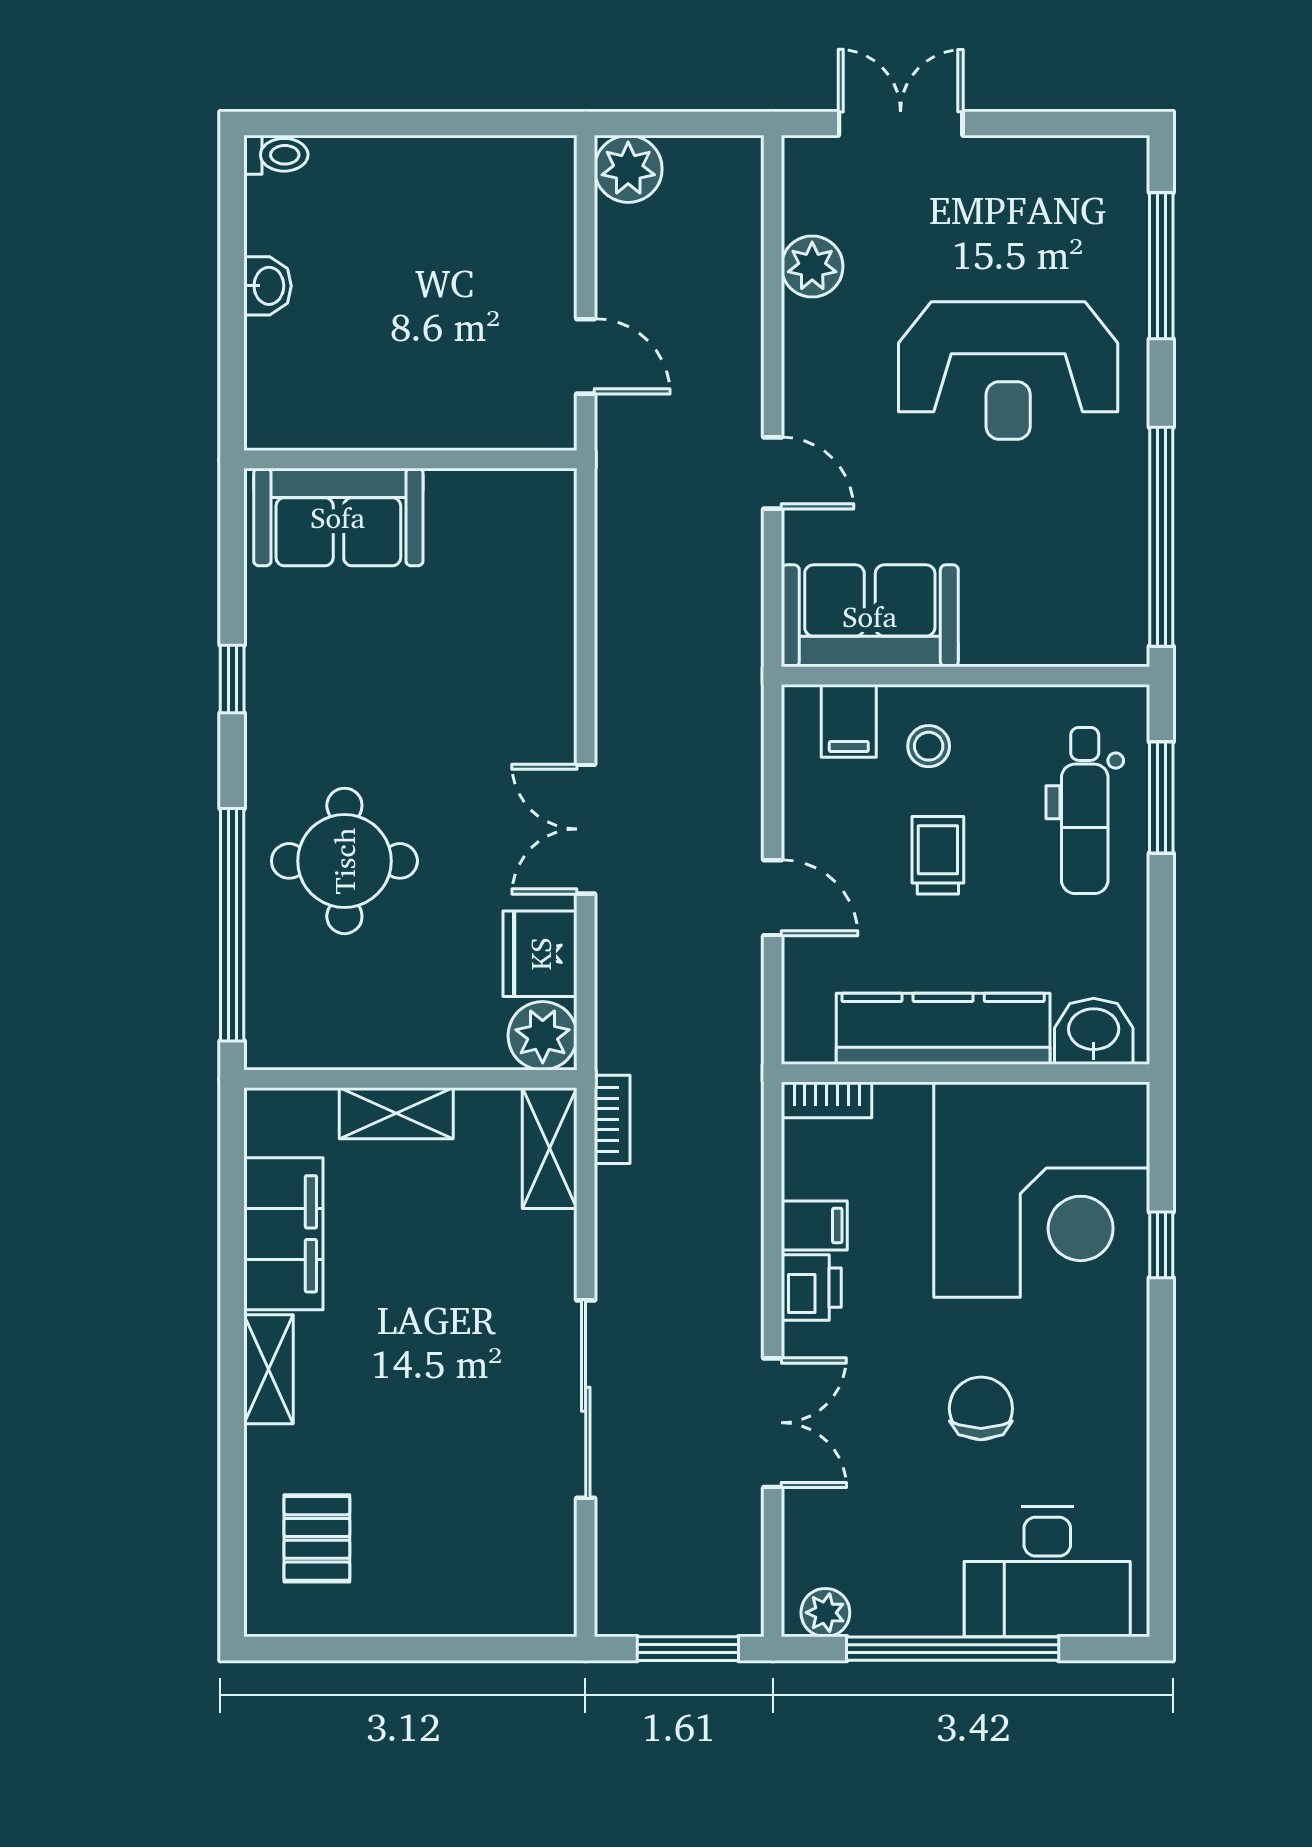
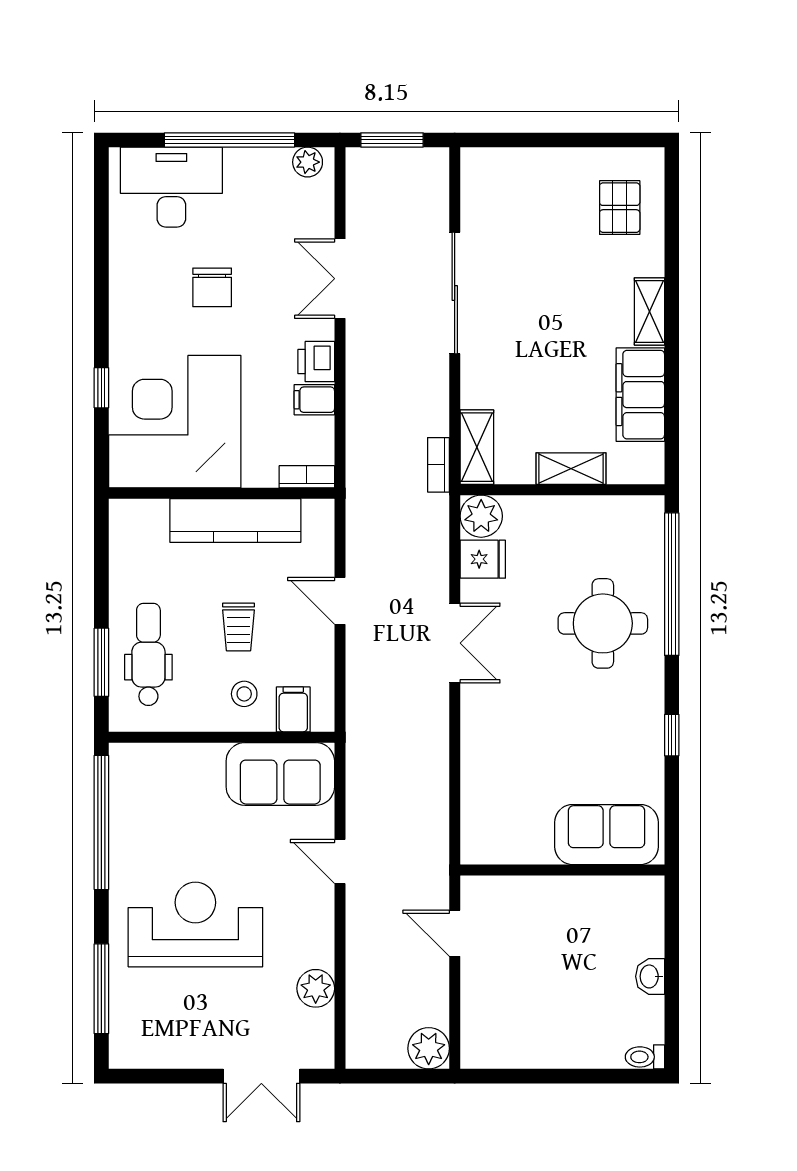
fridge: (540, 954) -> (483, 559), width x0.72
washbasin: (1094, 1031) -> (143, 519), removed

